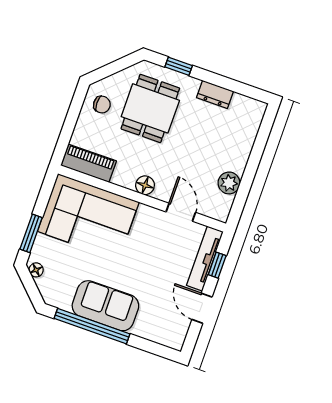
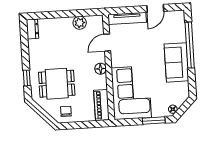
dresser: (215, 94) -> (32, 29), moved
window: (217, 265) -> (128, 10), removed
window: (92, 326) -> (190, 45), moved

